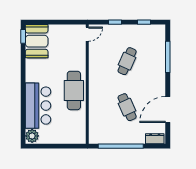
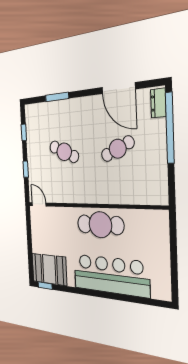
window: (168, 57) -> (57, 97), width x0.69
bar counter: (38, 106) -> (110, 275), width x1.36
plant: (32, 136) -> (160, 290), removed
window: (121, 146) -> (170, 128), moved

